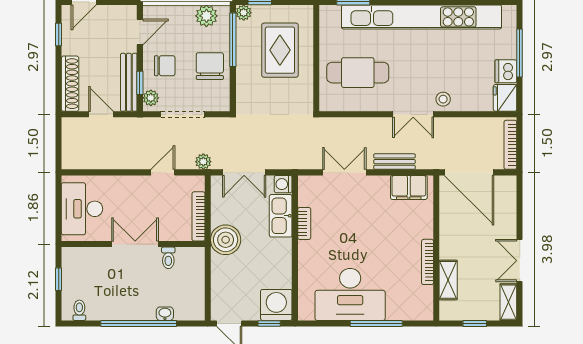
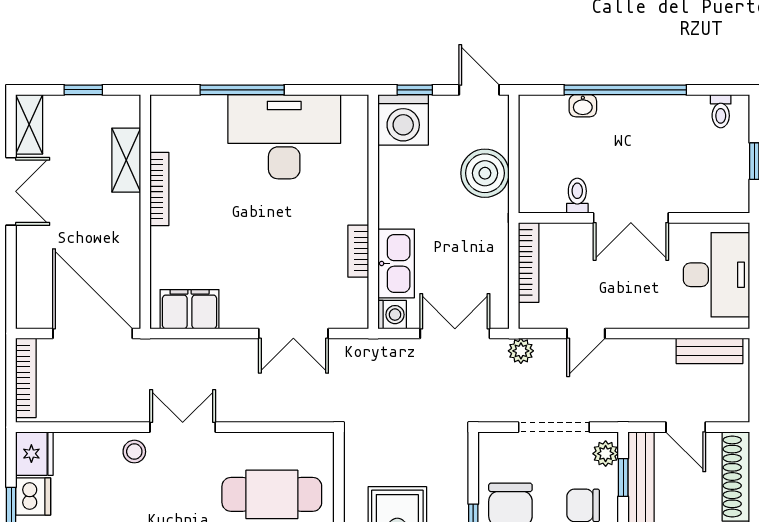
bench: (394, 162) -> (709, 351), moved
boiler: (226, 240) -> (485, 173), moved

